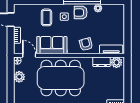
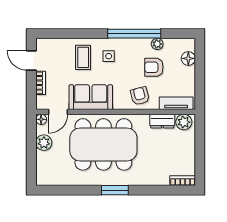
armchair: (81, 12) -> (154, 67), moved
floor lamp: (120, 18) -> (188, 58), added
door: (29, 55) -> (58, 112), swing flipped

